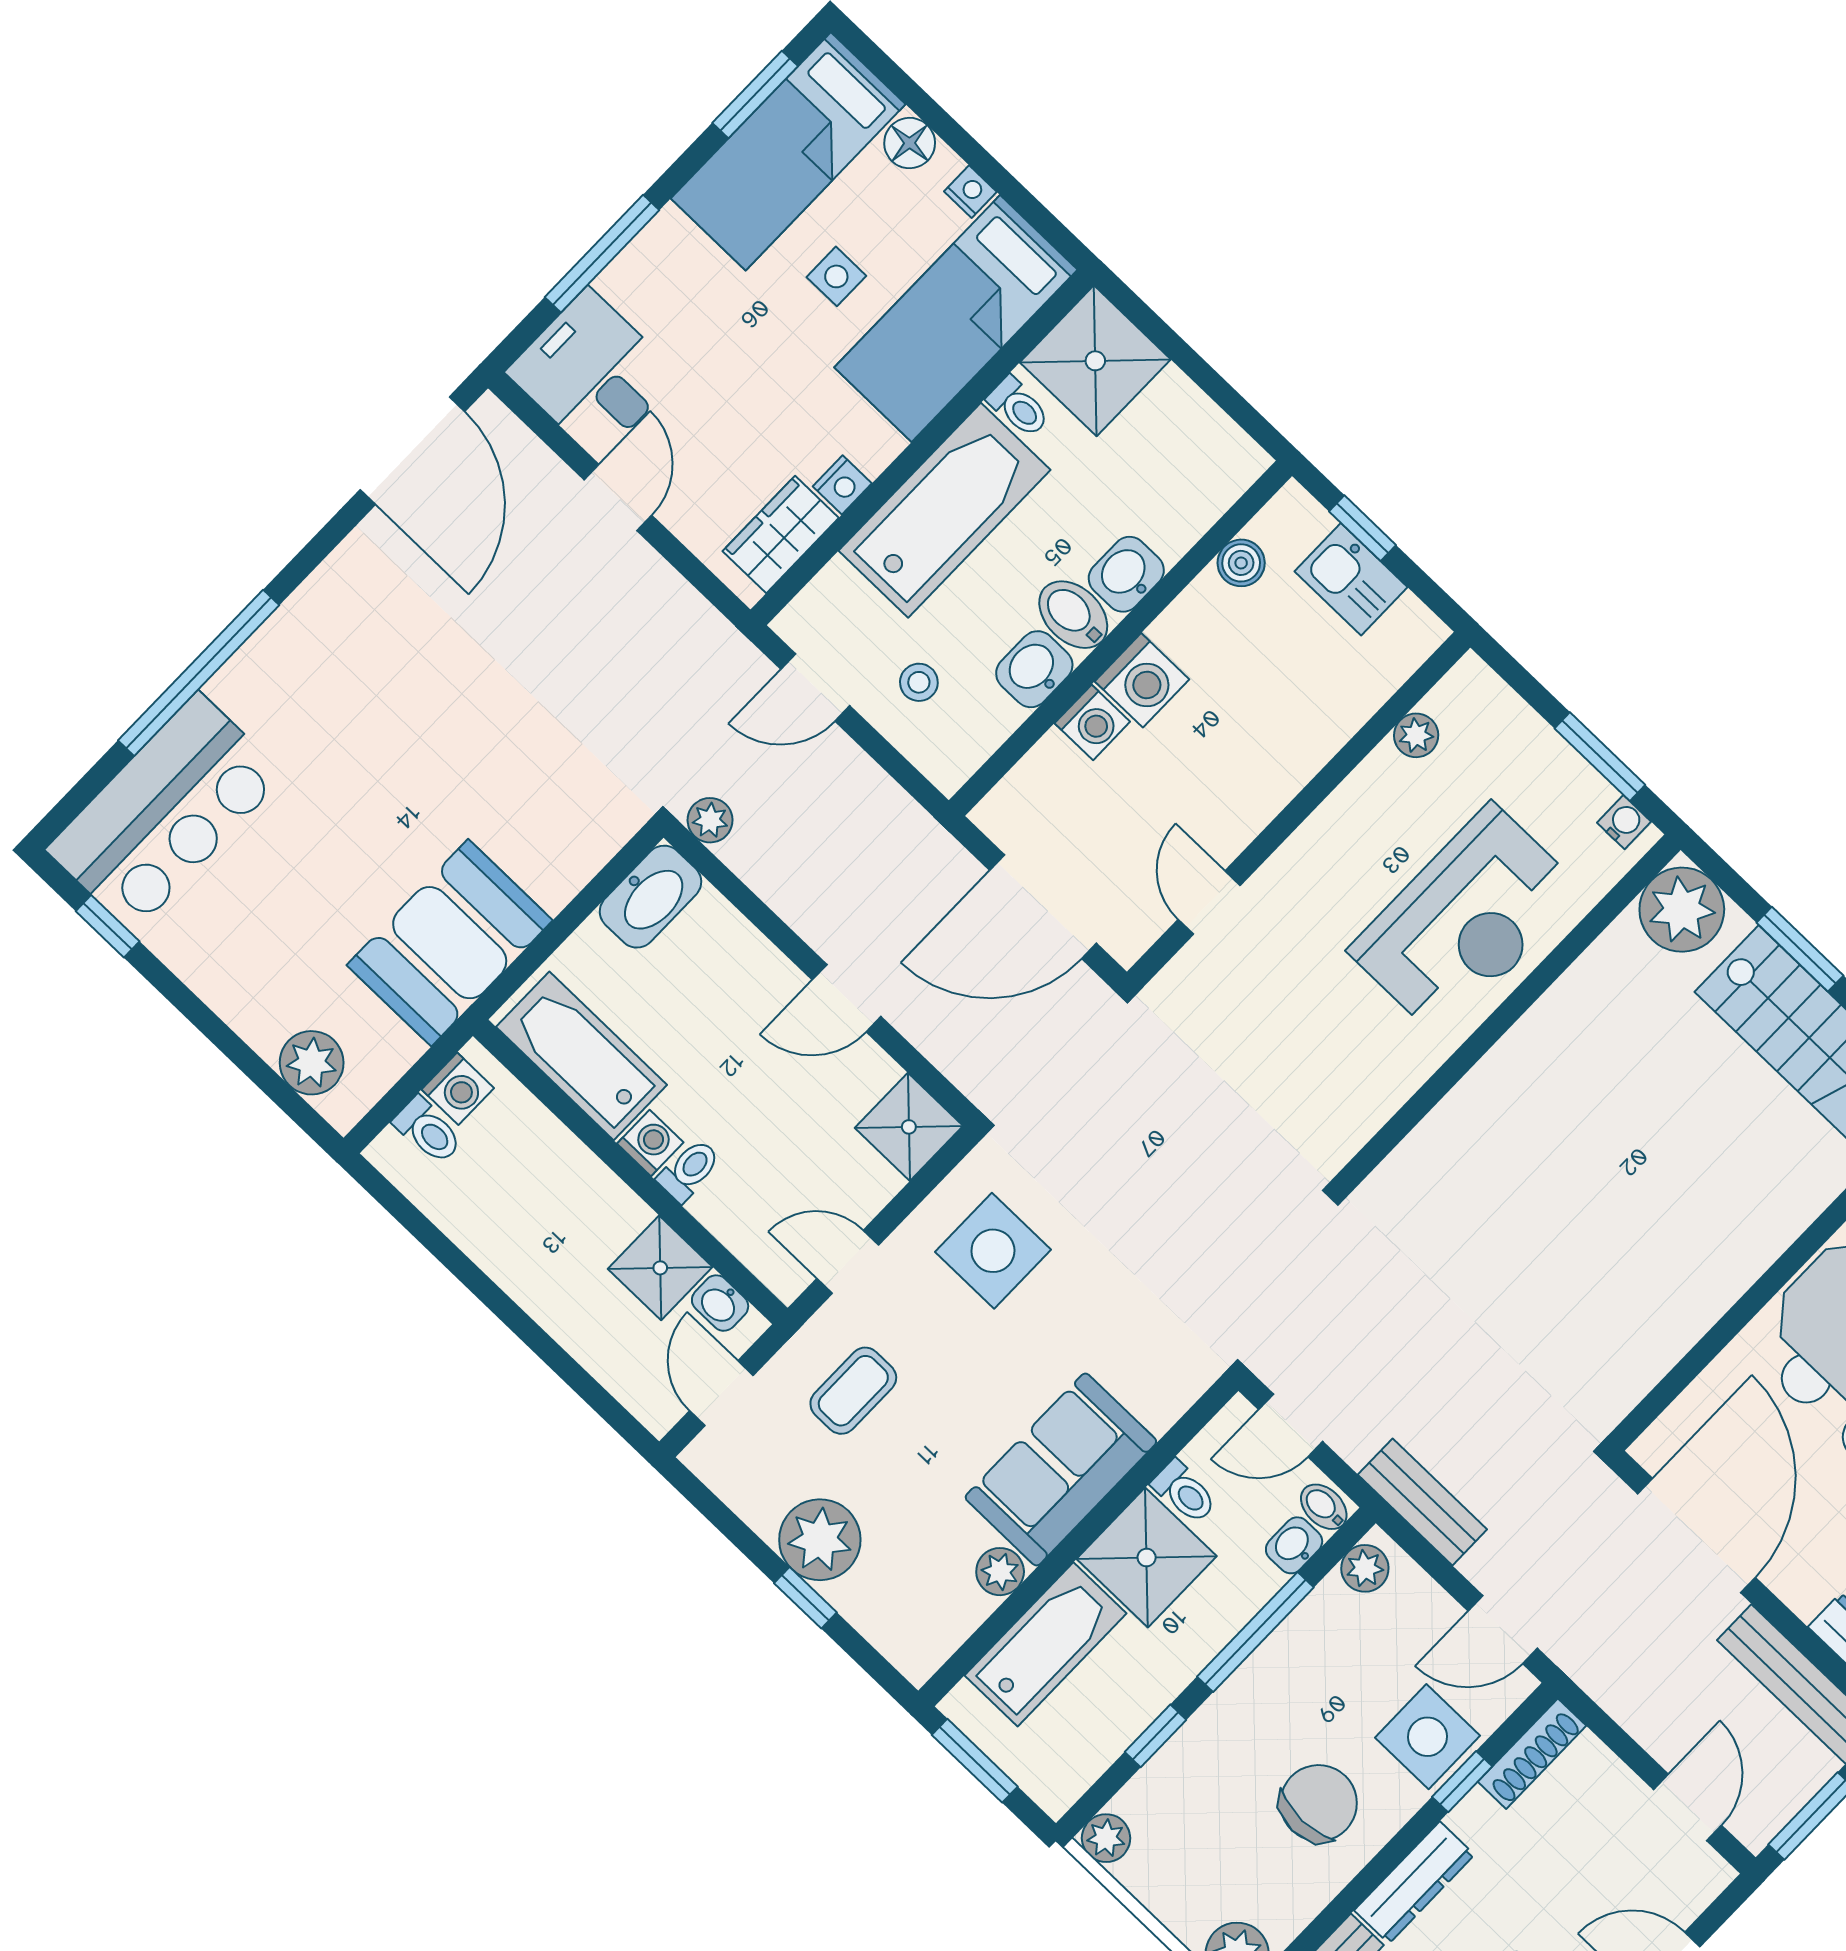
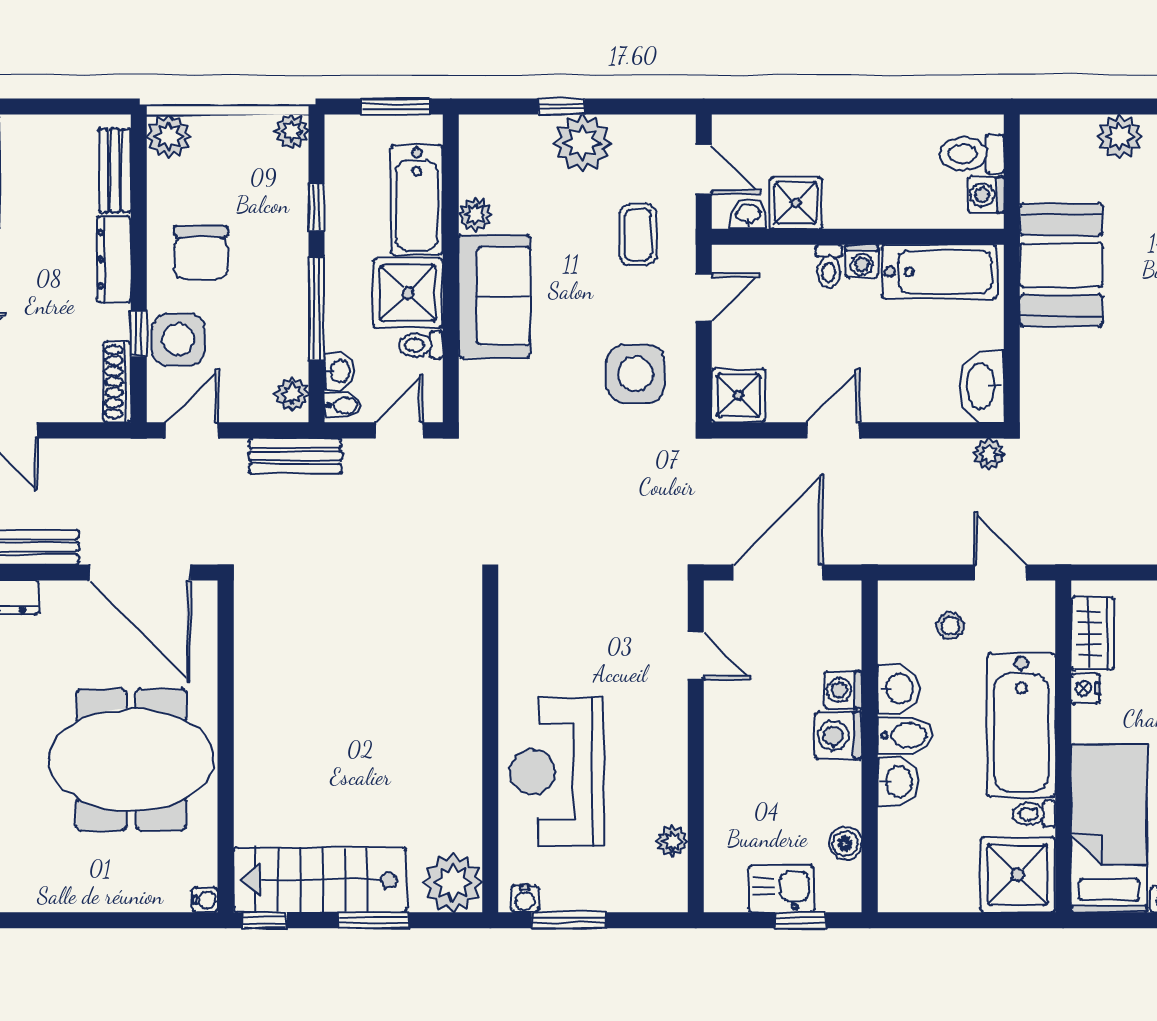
door: (815, 688) -> (1000, 573), hinge flipped
plant: (312, 1063) -> (1120, 137), moved
toilet: (428, 1130) -> (972, 154), width x1.37, depth x1.39

